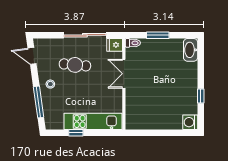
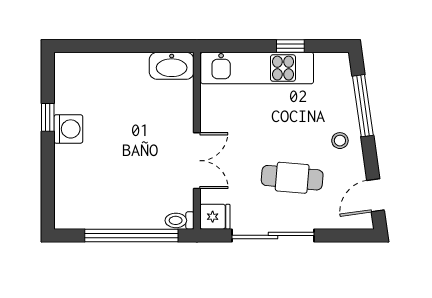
window: (158, 35) -> (131, 235), width x2.11
washbasin: (191, 50) -> (172, 66), moved, turned 90
door: (32, 56) -> (376, 195), swing flipped
washing machine: (190, 122) -> (68, 129), moved

